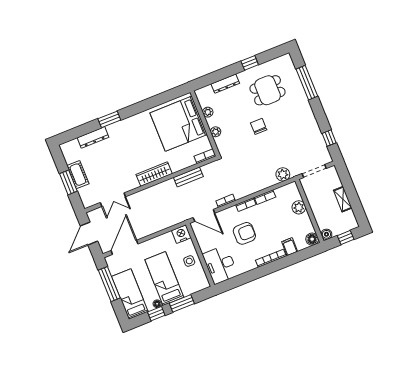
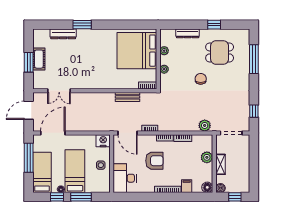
wardrobe: (154, 174) -> (101, 83), removed
shelving: (343, 199) -> (220, 164), moved

